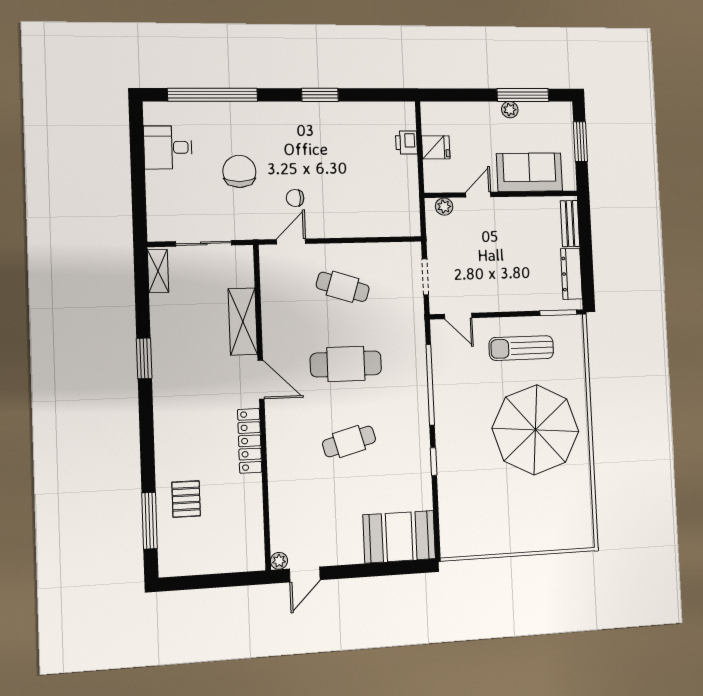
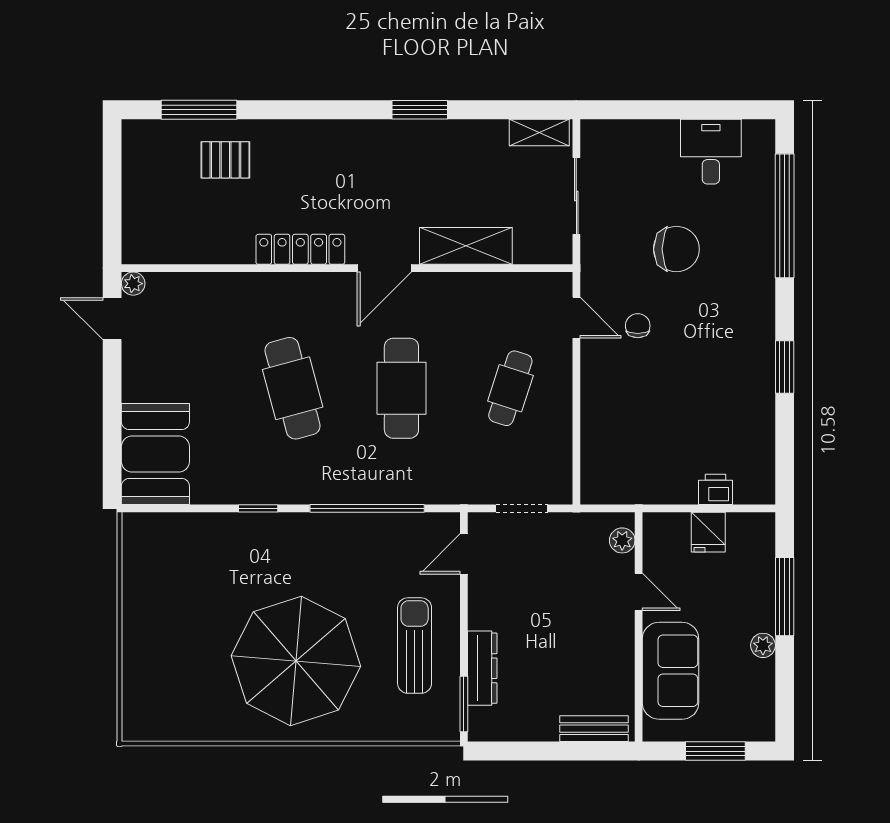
window: (523, 95) -> (785, 597), moved
dresser: (572, 274) -> (482, 668), moved, turned 90
cafe table: (349, 441) -> (293, 388), width x1.37, depth x1.35

